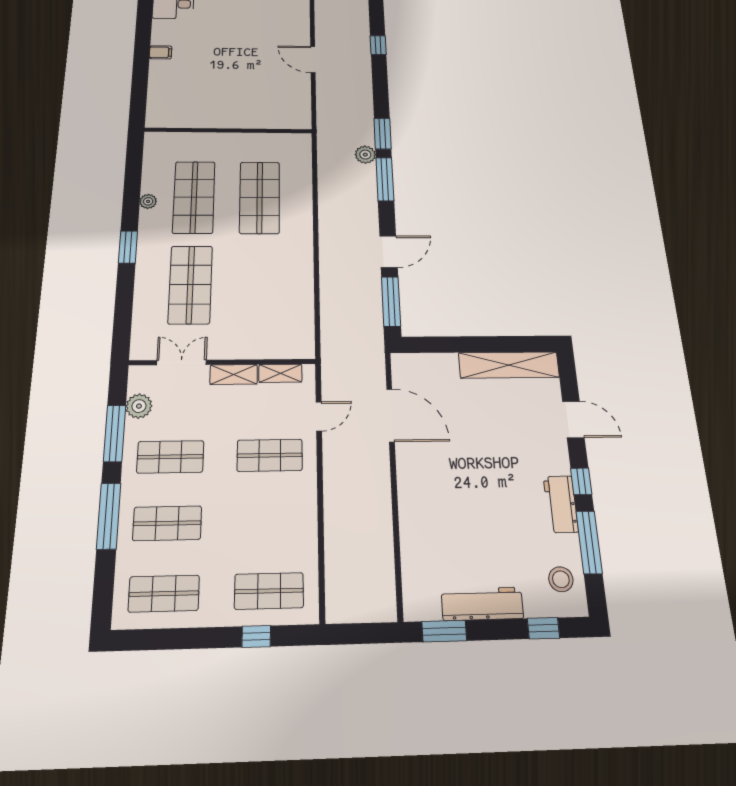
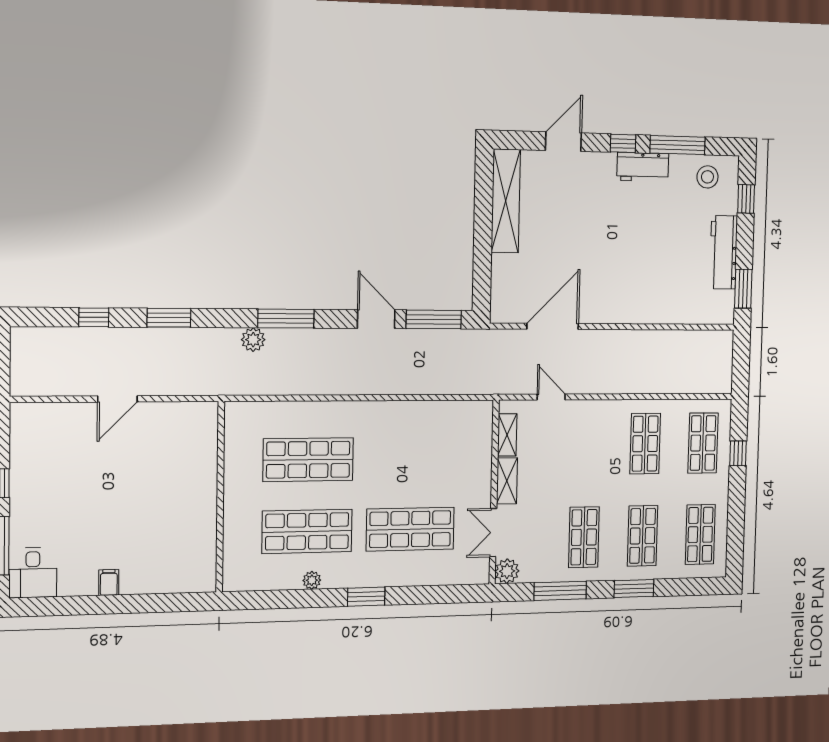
window: (383, 134) -> (169, 318), moved
plant: (139, 406) -> (507, 571), moved
shop shelf: (270, 455) -> (645, 444), moved
window: (109, 516) -> (634, 589), width x0.69

